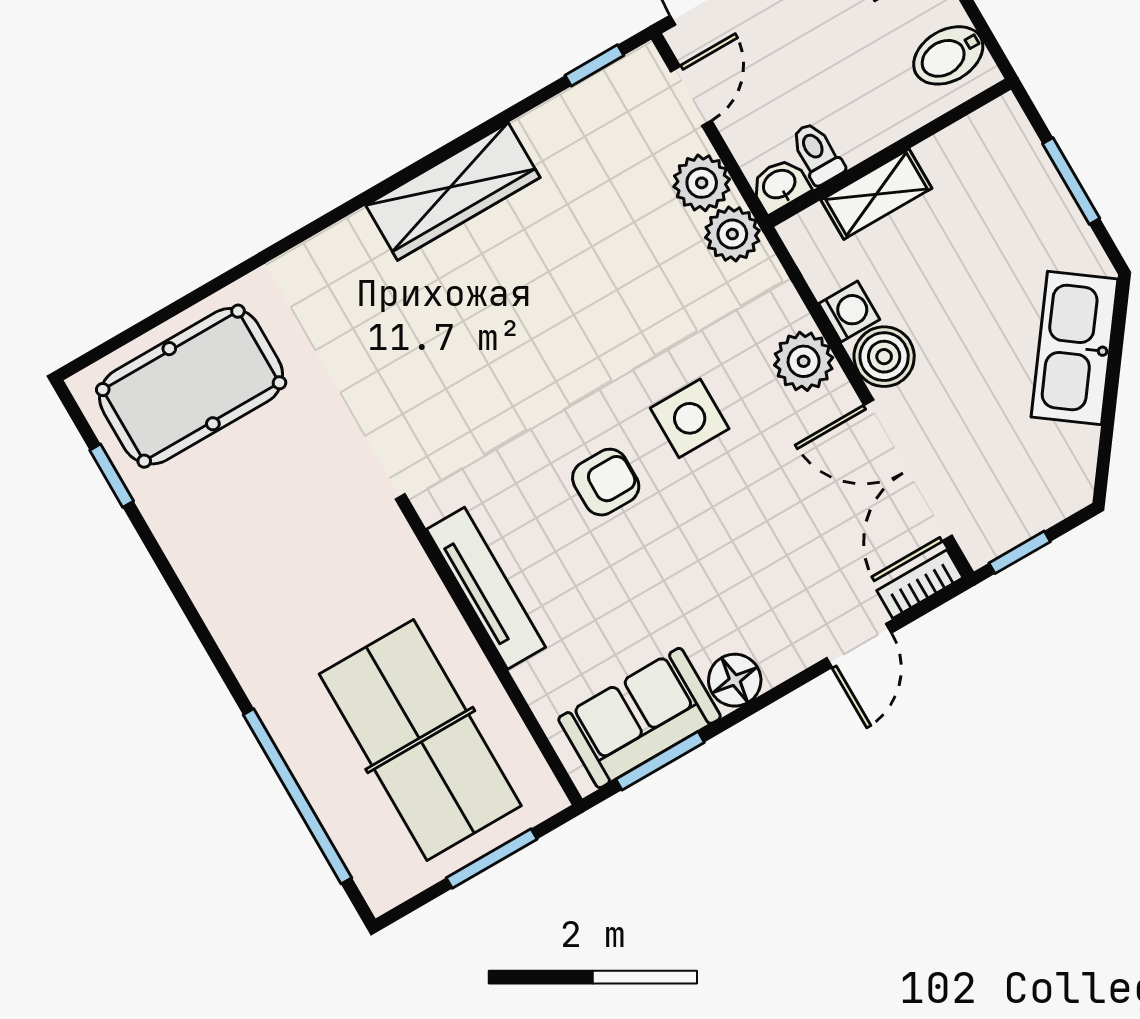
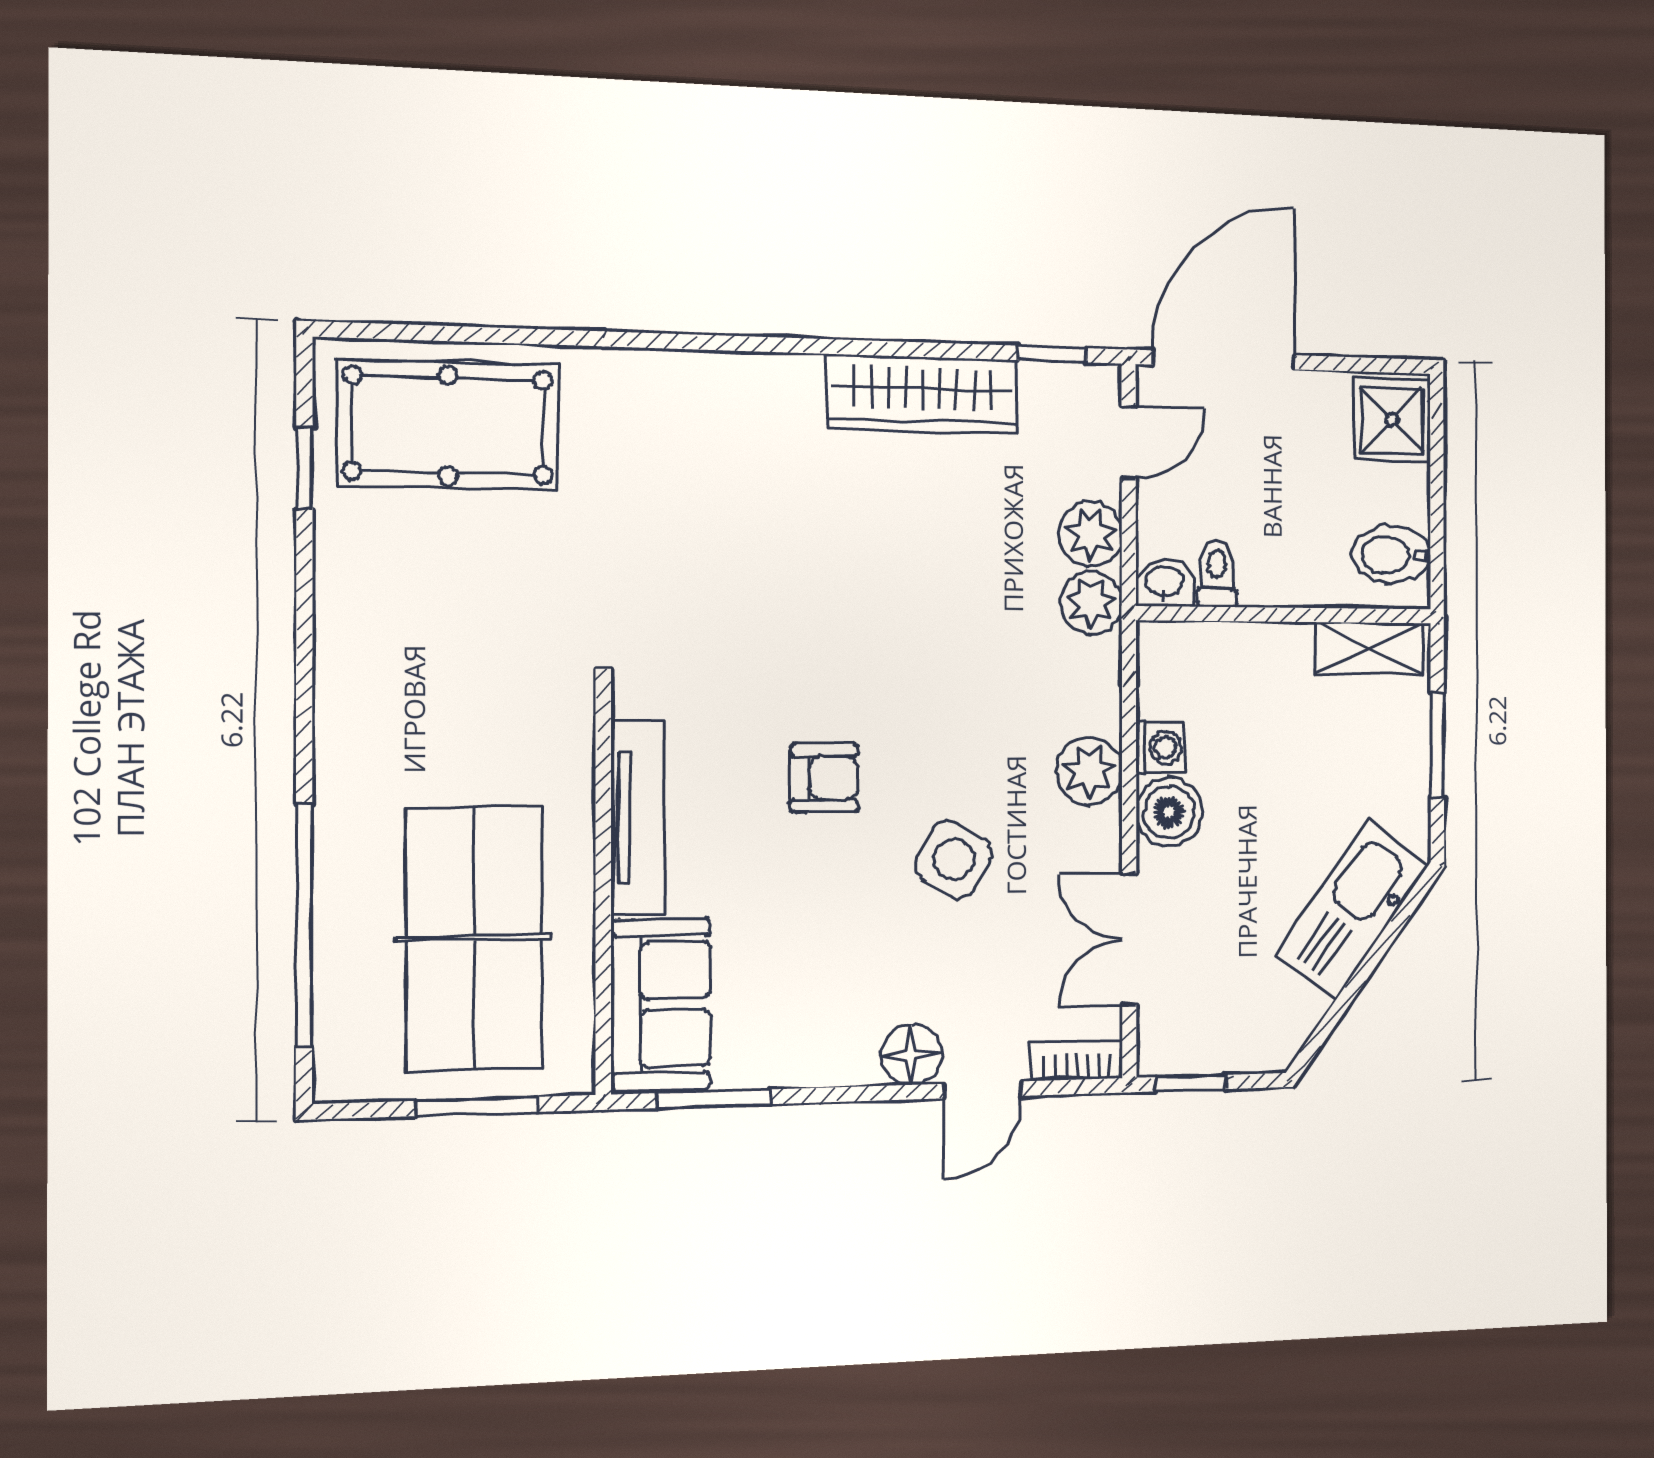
wardrobe: (453, 191) -> (923, 394), moved
shelving: (876, 194) -> (1369, 648), moved
side table: (690, 418) -> (954, 859), moved, turned 31
double door: (908, 470) -> (1129, 939), width x0.73
floor lamp: (735, 680) -> (911, 1054), moved
sofa: (639, 718) -> (661, 1004), moved, turned 90

